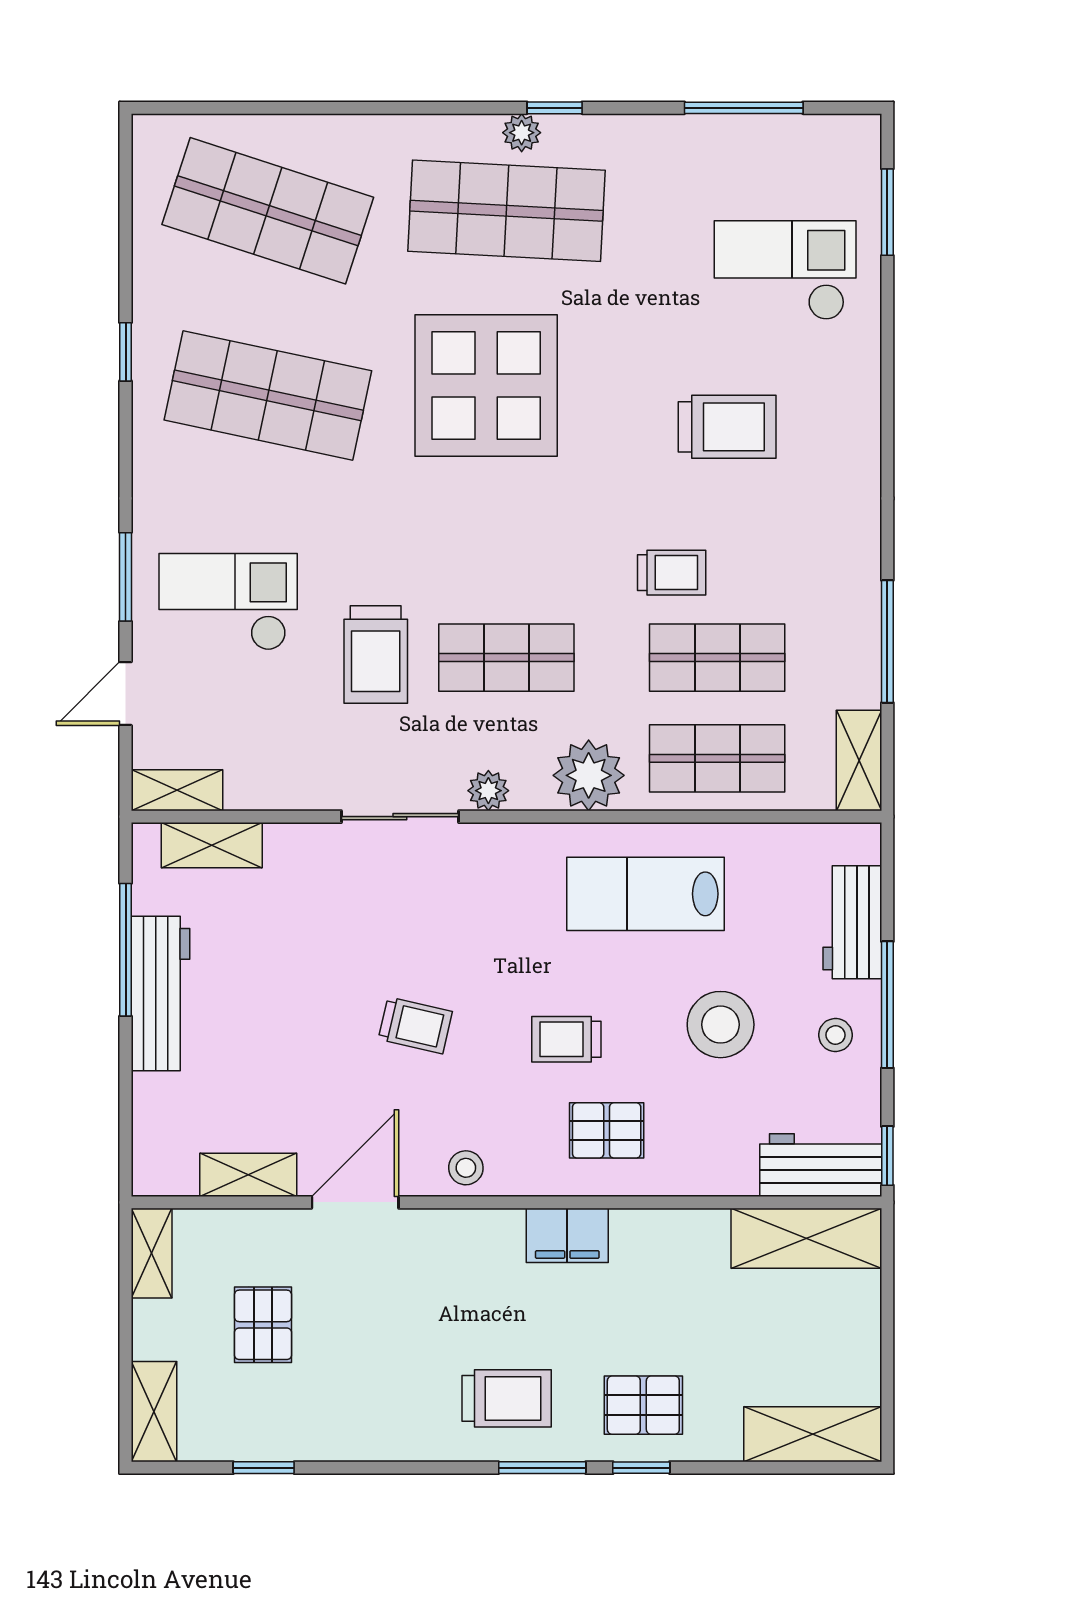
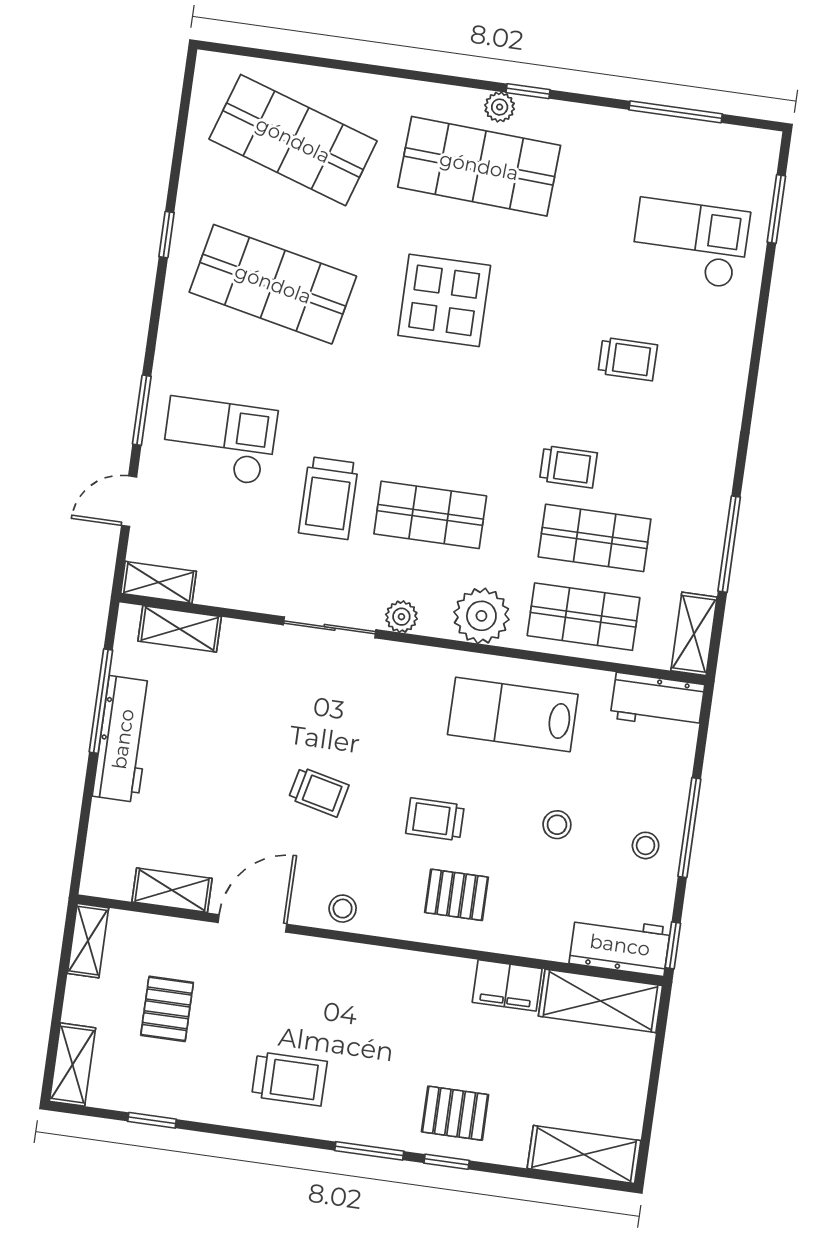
display table: (486, 385) -> (444, 300), width x0.73, depth x0.73
trolley: (727, 427) -> (628, 359), width x0.73, depth x0.72
workbench: (852, 922) -> (657, 701), moved, turned -90
stool: (721, 1025) -> (557, 825), width x0.53, depth x0.53
filing cabinet: (567, 1235) -> (507, 985), moved
trolley: (507, 1398) -> (289, 1079), moved

